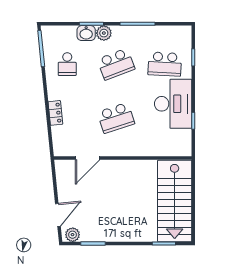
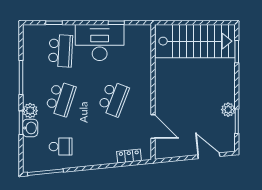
school desk: (116, 64) -> (61, 99), turned 39
locker: (55, 113) -> (129, 156), moved
school desk: (116, 118) -> (113, 99), turned 39
plant: (73, 235) -> (228, 110), moved

